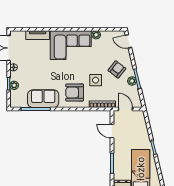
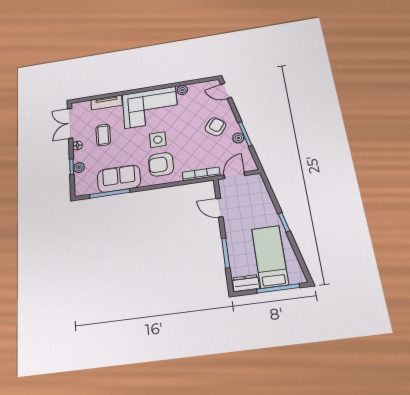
coffee table: (34, 62) -> (103, 135), added
side table: (96, 80) -> (158, 140), moved
door: (125, 109) -> (234, 175), hinge flipped

